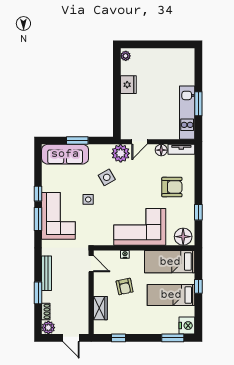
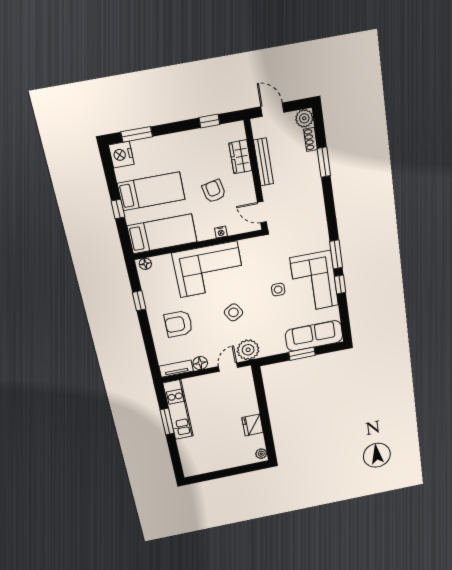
side table: (107, 177) -> (233, 312), moved
corner sofa: (58, 216) -> (314, 282), moved
floor lamp: (183, 237) -> (145, 264), width x0.53, depth x0.53
bench: (47, 273) -> (263, 162), moved

